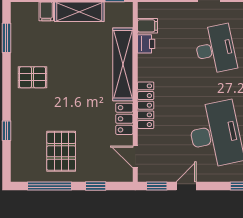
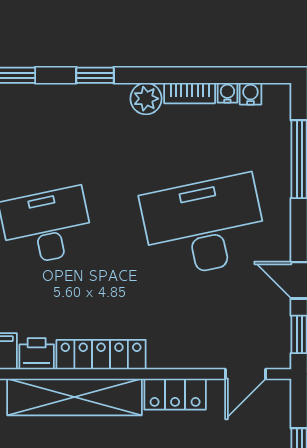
locker: (146, 105) -> (101, 355), moved

